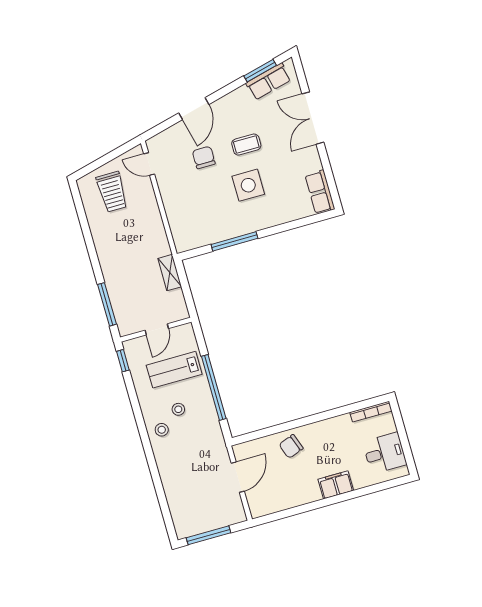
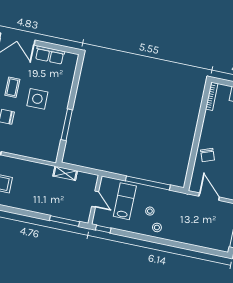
row of seats: (320, 192) -> (50, 55), moved
lab bench: (174, 370) -> (125, 201), turned 180

